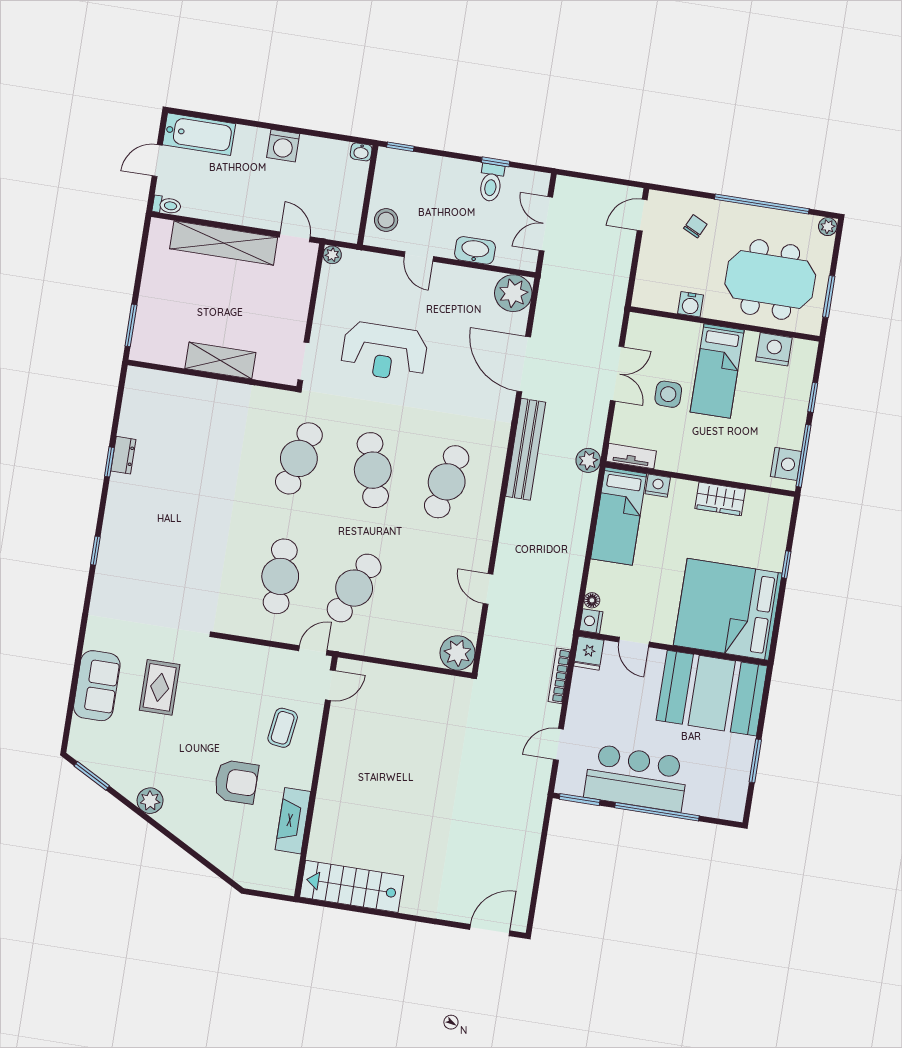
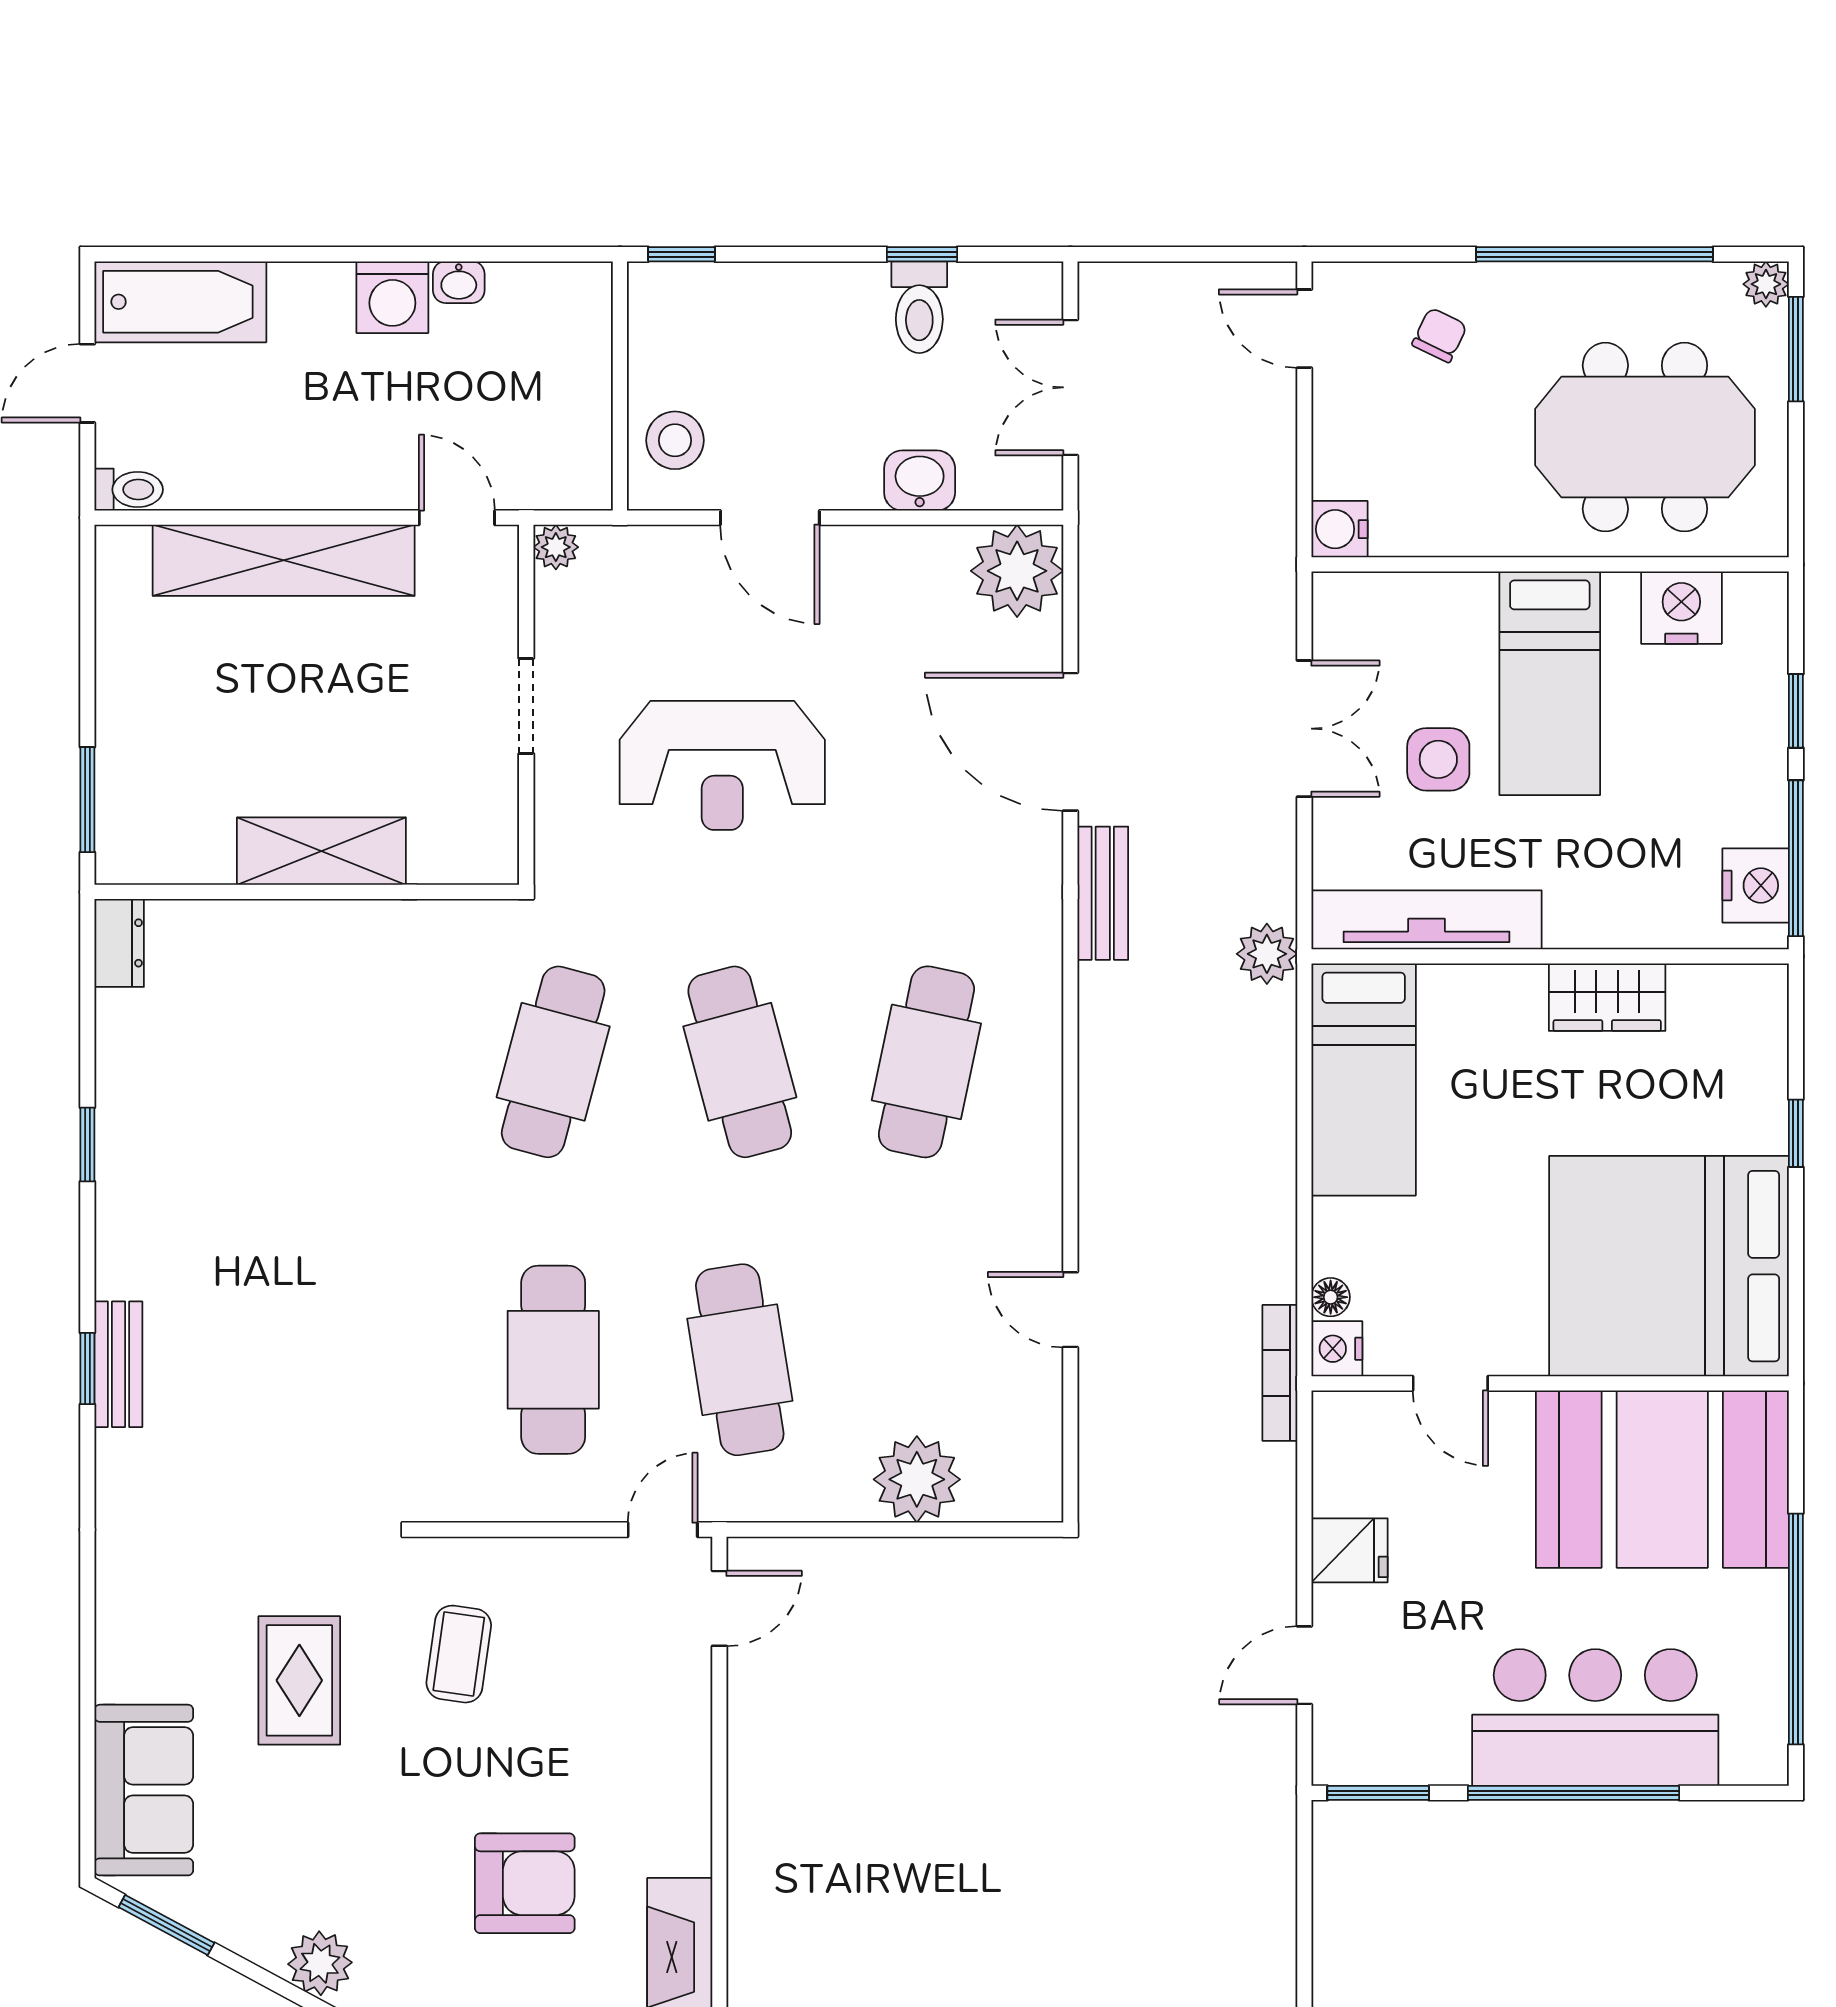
washbasin: (361, 152) -> (459, 282), moved
door: (642, 215) -> (1304, 329), hinge flipped
washbasin: (475, 250) -> (920, 480), width x0.72
door: (419, 257) -> (770, 518), width x1.37
window: (829, 297) -> (1796, 349), moved
water cooler: (690, 304) -> (1340, 529), moved, turned 90
doorway: (303, 361) -> (526, 706), moved
bench: (526, 449) -> (1103, 893), width x0.54, depth x0.82
dresser: (123, 455) -> (119, 943), moved
tv unit: (631, 456) -> (1427, 920), width x1.92, depth x1.29
nightstand: (658, 486) -> (1448, 989), removed
bench: (108, 551) -> (118, 1364), added
cafe table: (354, 588) -> (740, 1360), turned -33
plant: (458, 653) -> (917, 1479), moved
fridge: (589, 653) -> (1350, 1550), moved, turned -90
bookcase: (559, 676) -> (1280, 1373), moved
sofa: (97, 686) -> (144, 1790), moved
coffee table: (283, 728) -> (459, 1654), moved
window: (755, 761) -> (1796, 1629), width x2.11
bar counter: (636, 778) -> (1595, 1717), moved

